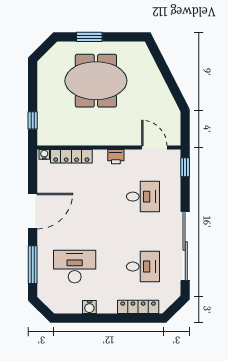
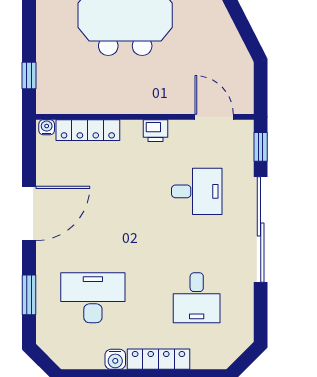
sliding door: (185, 246) -> (261, 230), moved
window: (33, 265) -> (29, 295), width x0.69
desk: (143, 267) -> (197, 298), turned 90
locker: (138, 307) -> (159, 359), moved

